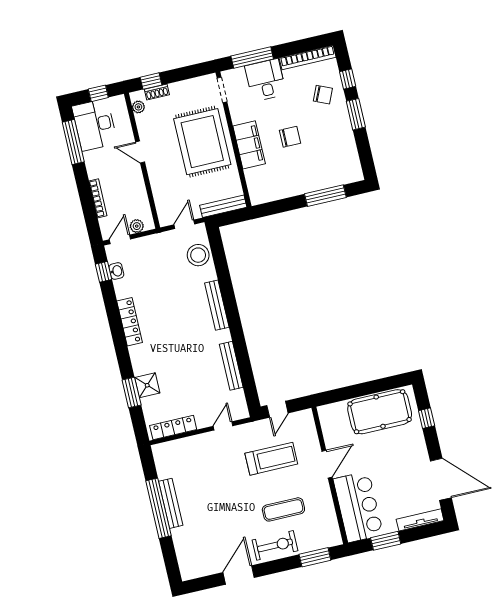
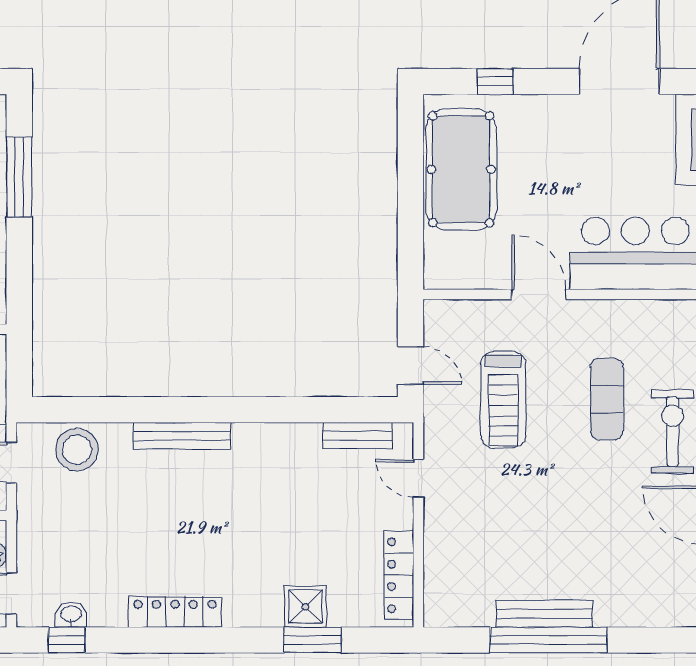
bench: (231, 366) -> (357, 435), moved, width x0.73
treadmill: (271, 459) -> (503, 400), turned 180

